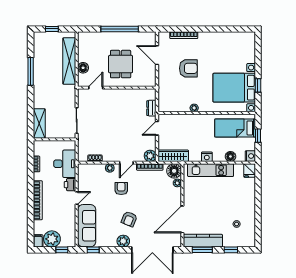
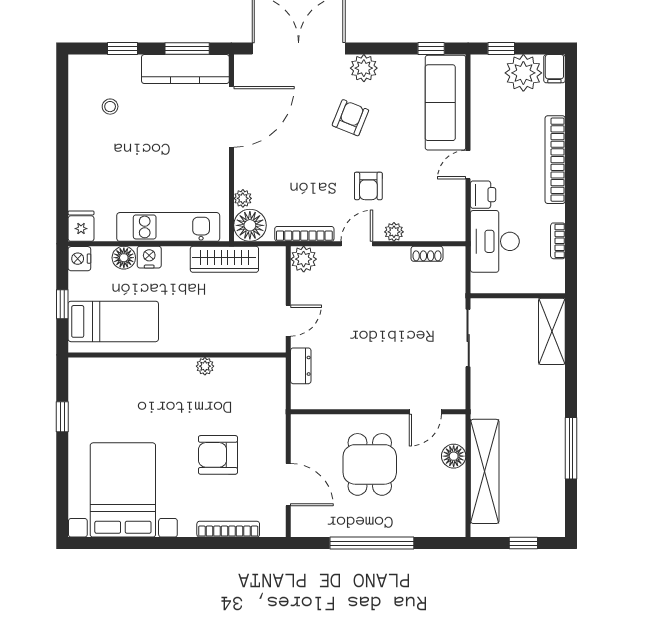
bed with nightstands: (234, 88) -> (123, 490), moved, turned -90
wardrobe: (173, 156) -> (224, 259), moved
nightstand: (207, 157) -> (149, 257), moved

